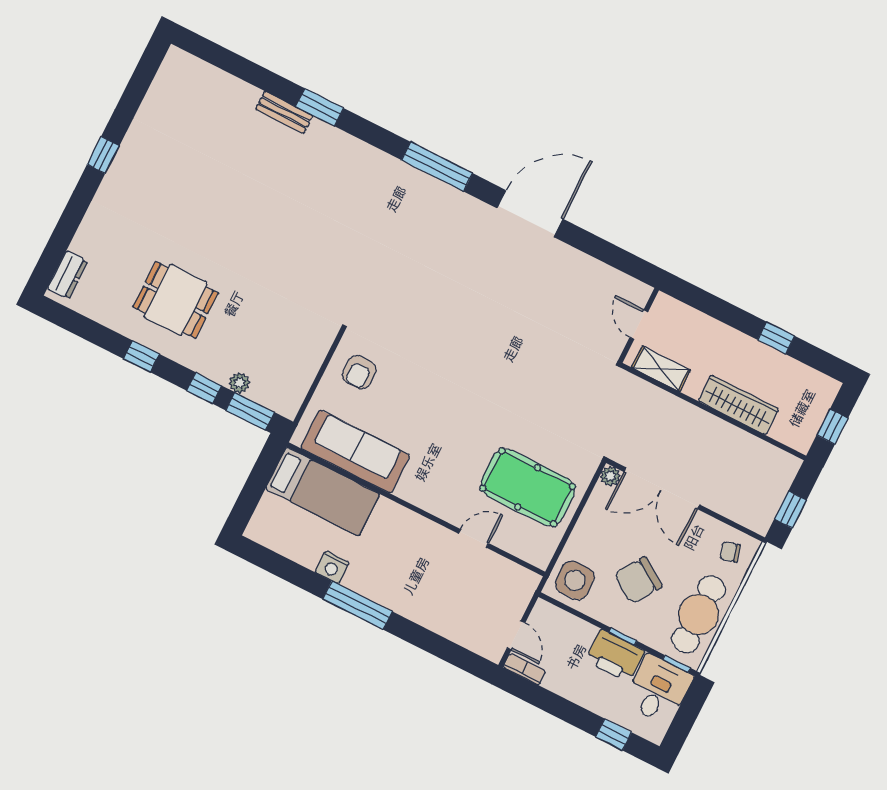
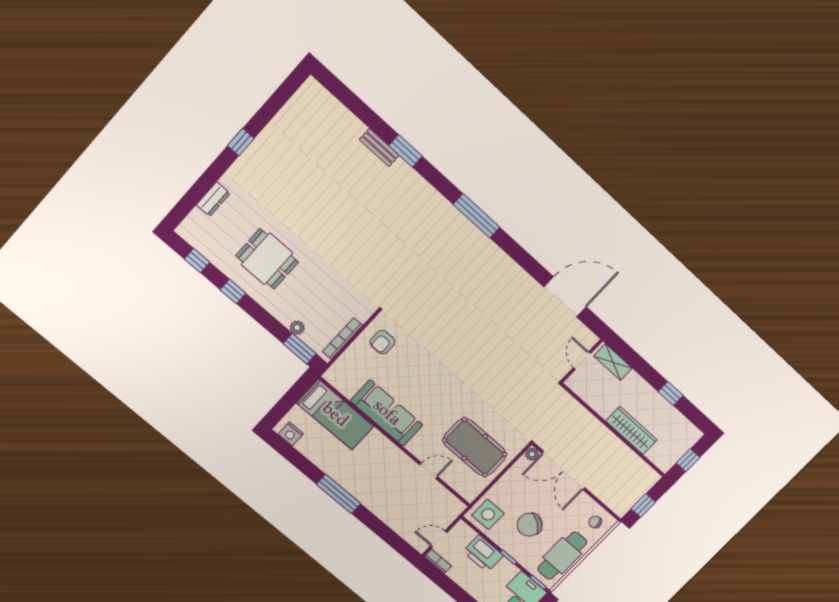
door: (530, 214) -> (565, 297), moved
dresser: (68, 275) -> (213, 199), moved
shelving: (661, 369) -> (613, 362), moved
bookcase: (304, 382) -> (342, 338), added
window: (204, 388) -> (197, 261), moved
sofa: (355, 452) -> (387, 413), moved
nightstand: (332, 567) -> (291, 434), moved
door: (516, 635) -> (439, 539), swing flipped
printer: (615, 656) -> (483, 553), moved

